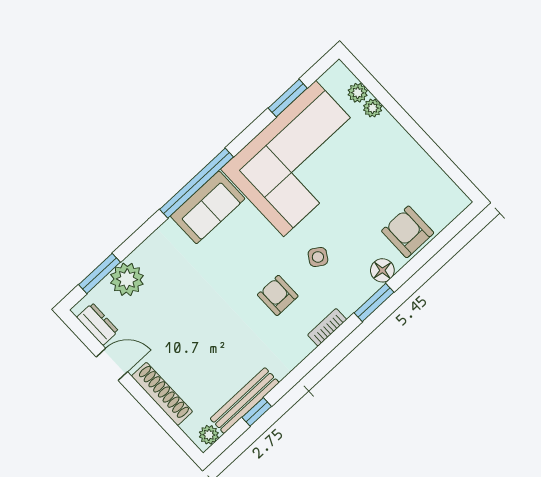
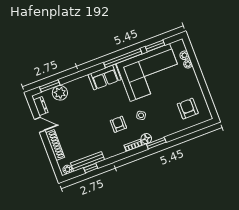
window: (196, 183) -> (123, 58), moved
armchair: (408, 232) -> (188, 109), moved
floor lamp: (382, 270) -> (146, 139), moved

